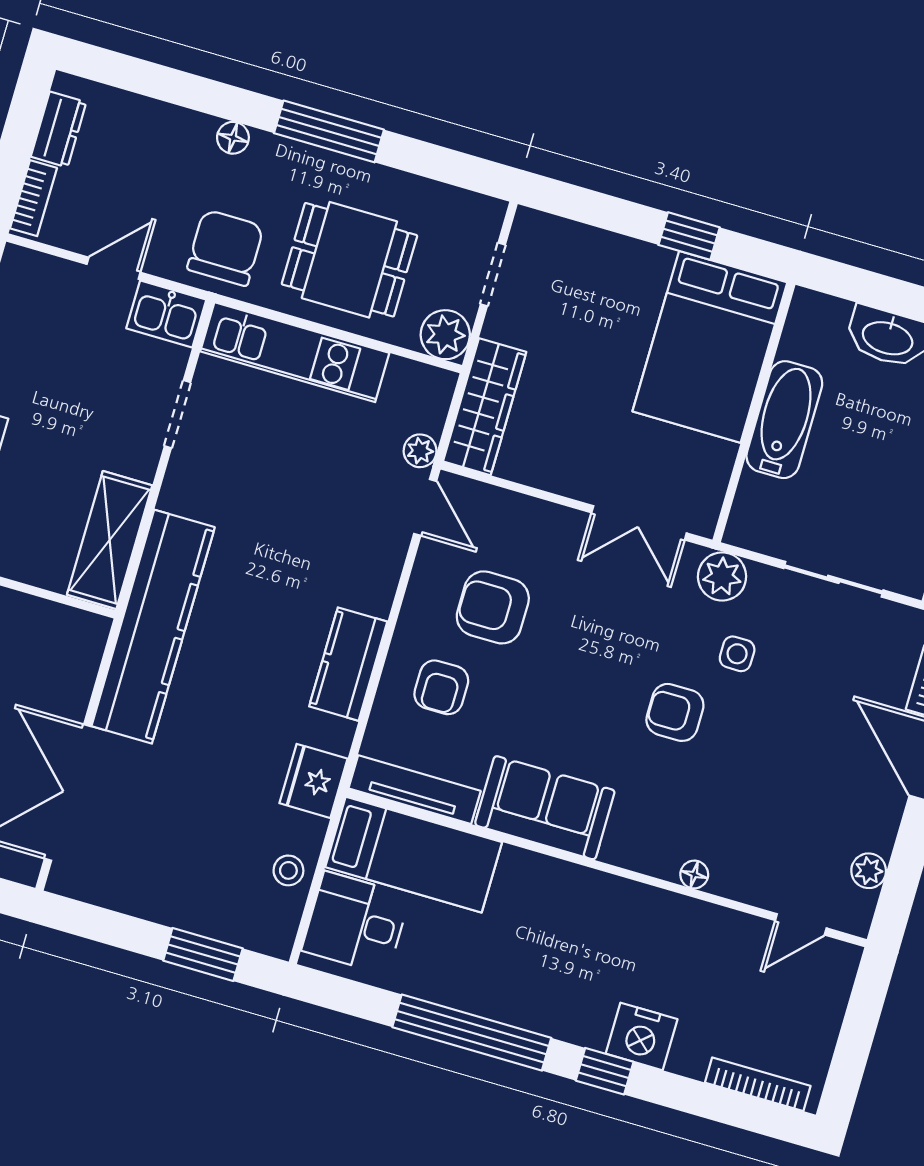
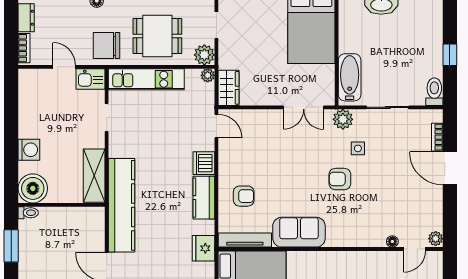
chair: (225, 248) -> (106, 46), turned -90
door: (114, 268) -> (64, 67), hinge flipped
wardrobe: (485, 407) -> (228, 88), width x0.67
bathtub: (784, 420) -> (350, 77), moved
plant: (420, 451) -> (208, 75), moved
dishwasher: (371, 585) -> (204, 163), added
armchair: (493, 607) -> (255, 158), removed
armchair: (441, 687) -> (244, 196), turned -90
plant: (869, 871) -> (436, 239), moved
floor lamp: (694, 874) -> (392, 241), moved

